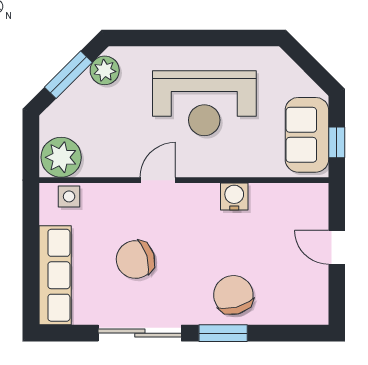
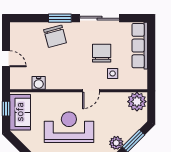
side table: (69, 196) -> (113, 73), moved
water cooler: (234, 196) -> (39, 83), moved
chair: (135, 260) -> (102, 53), turned -73

